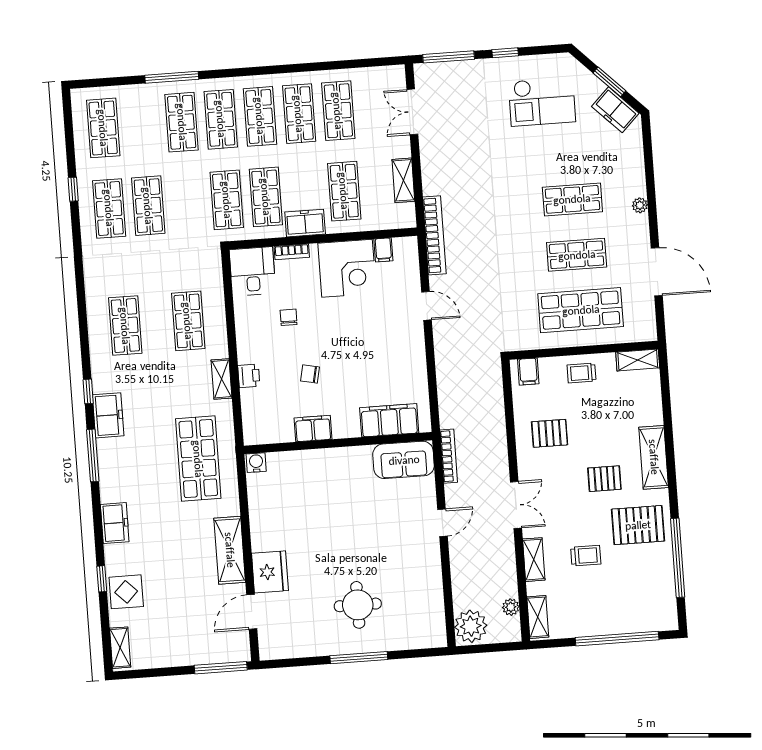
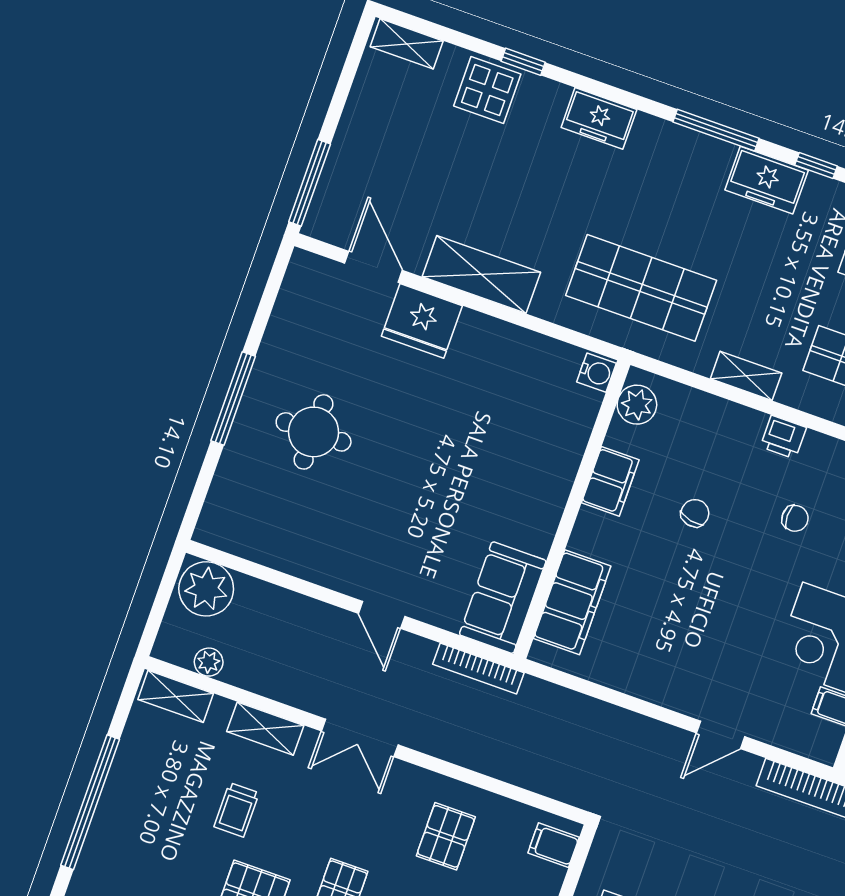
printer: (249, 376) -> (783, 437), moved
plant: (264, 432) -> (637, 405), added

